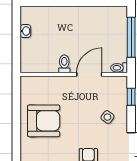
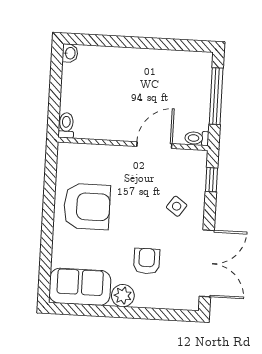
washbasin: (25, 31) -> (70, 53), moved
toilet: (64, 64) -> (66, 125), moved

